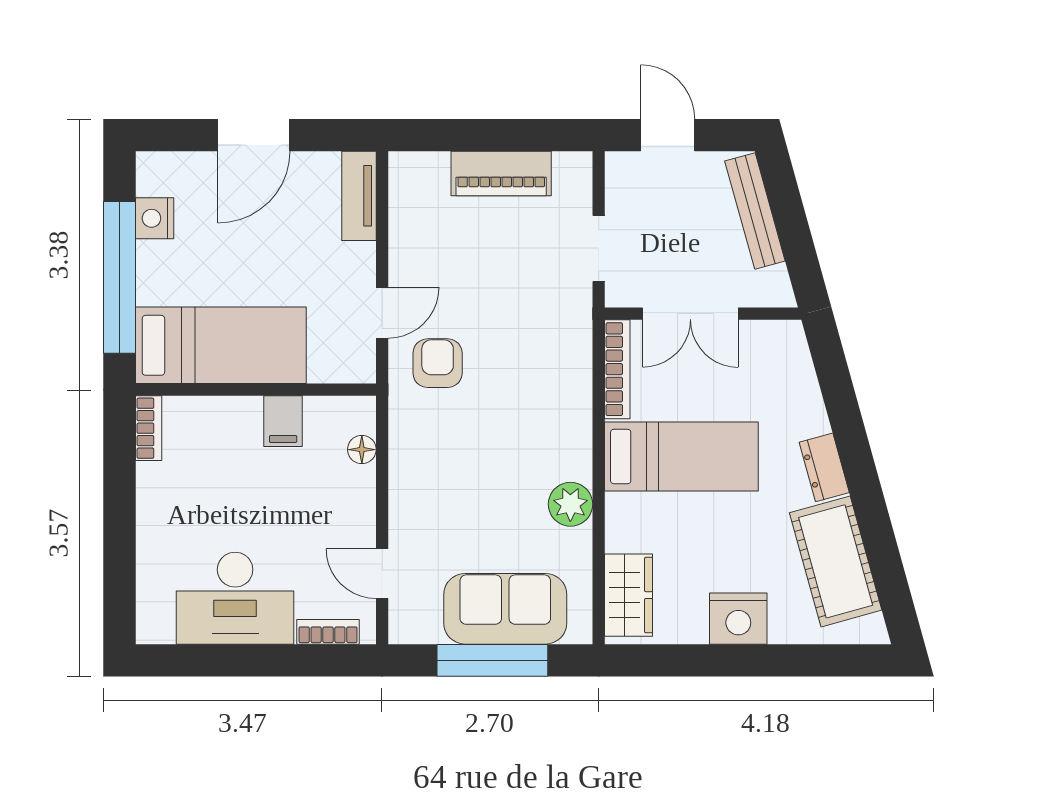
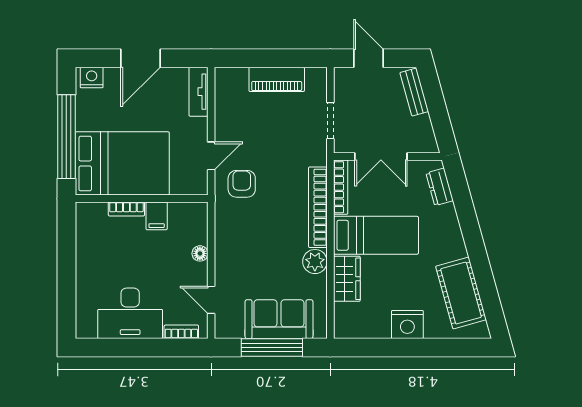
bench: (755, 211) -> (414, 92), width x0.73
nightstand: (155, 218) -> (92, 78), moved, turned 90
bed: (221, 345) -> (122, 163), width x1.50
bookcase: (576, 406) -> (318, 207), added
bookcase: (149, 428) -> (126, 209), moved, turned 90
floor lamp: (362, 450) -> (200, 253), moved
dresser: (824, 467) -> (440, 187), moved
wardrobe: (628, 595) -> (347, 279), moved

